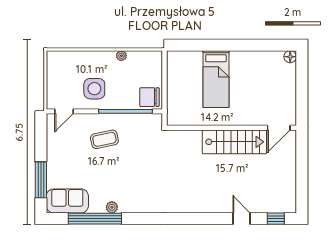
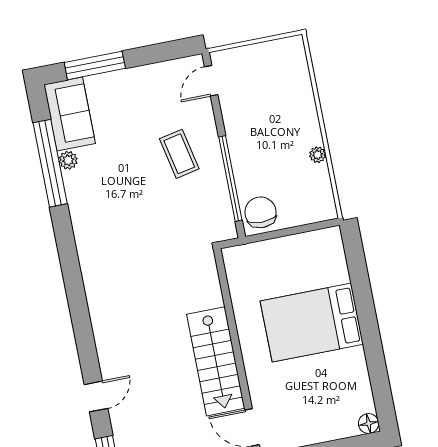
bed: (216, 79) -> (312, 323), width x1.50
side table: (94, 89) -> (257, 122), removed
door: (64, 111) -> (211, 81), hinge flipped
plant: (112, 207) -> (68, 160), moved

